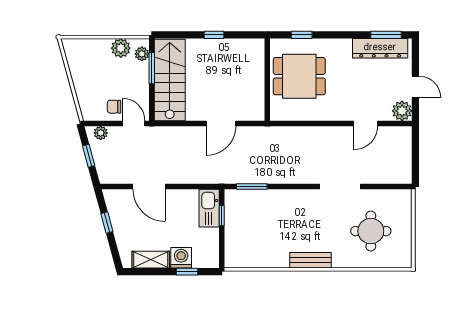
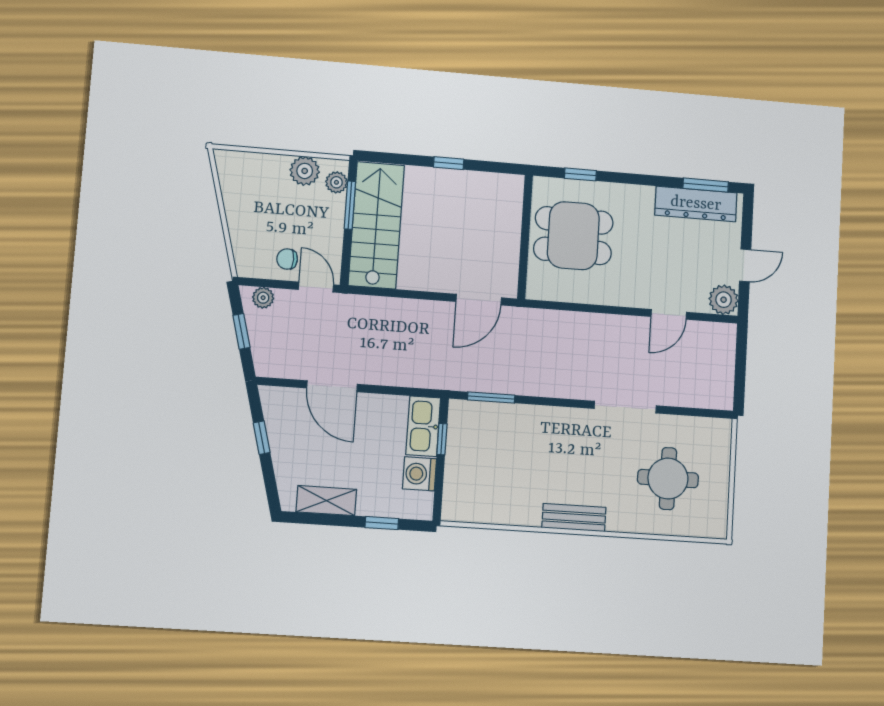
door: (415, 87) -> (745, 265), hinge flipped
door: (221, 123) -> (479, 300), moved
washing machine: (181, 258) -> (419, 474), moved, turned -90

